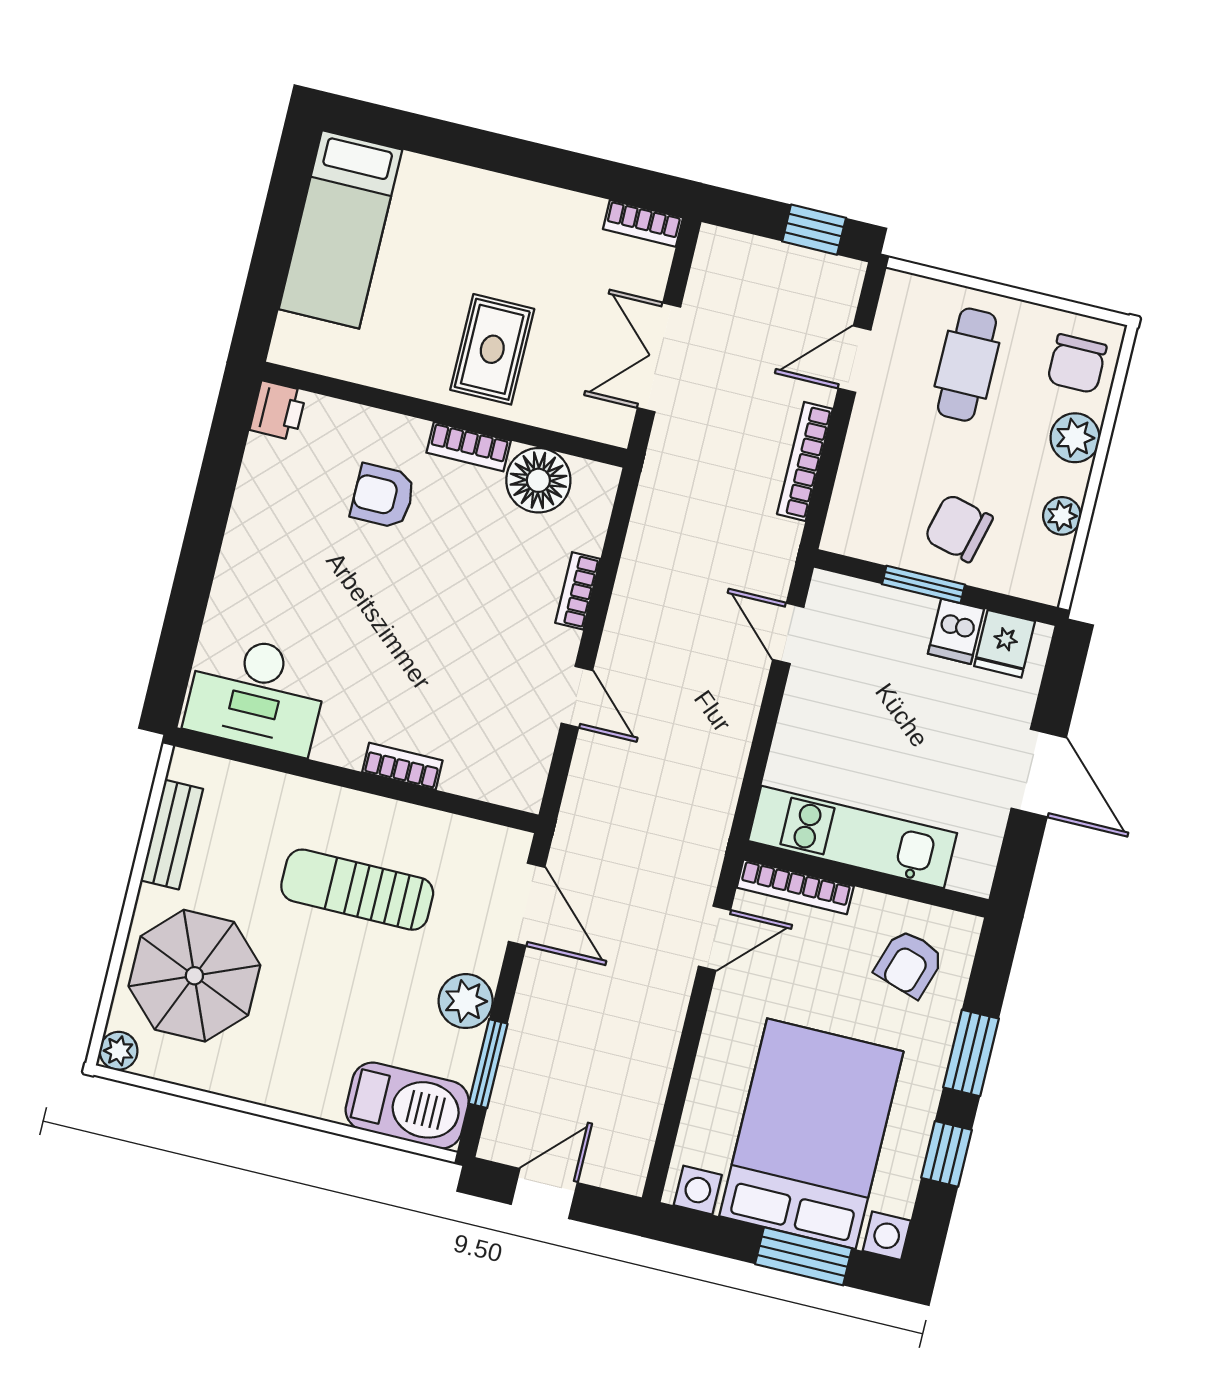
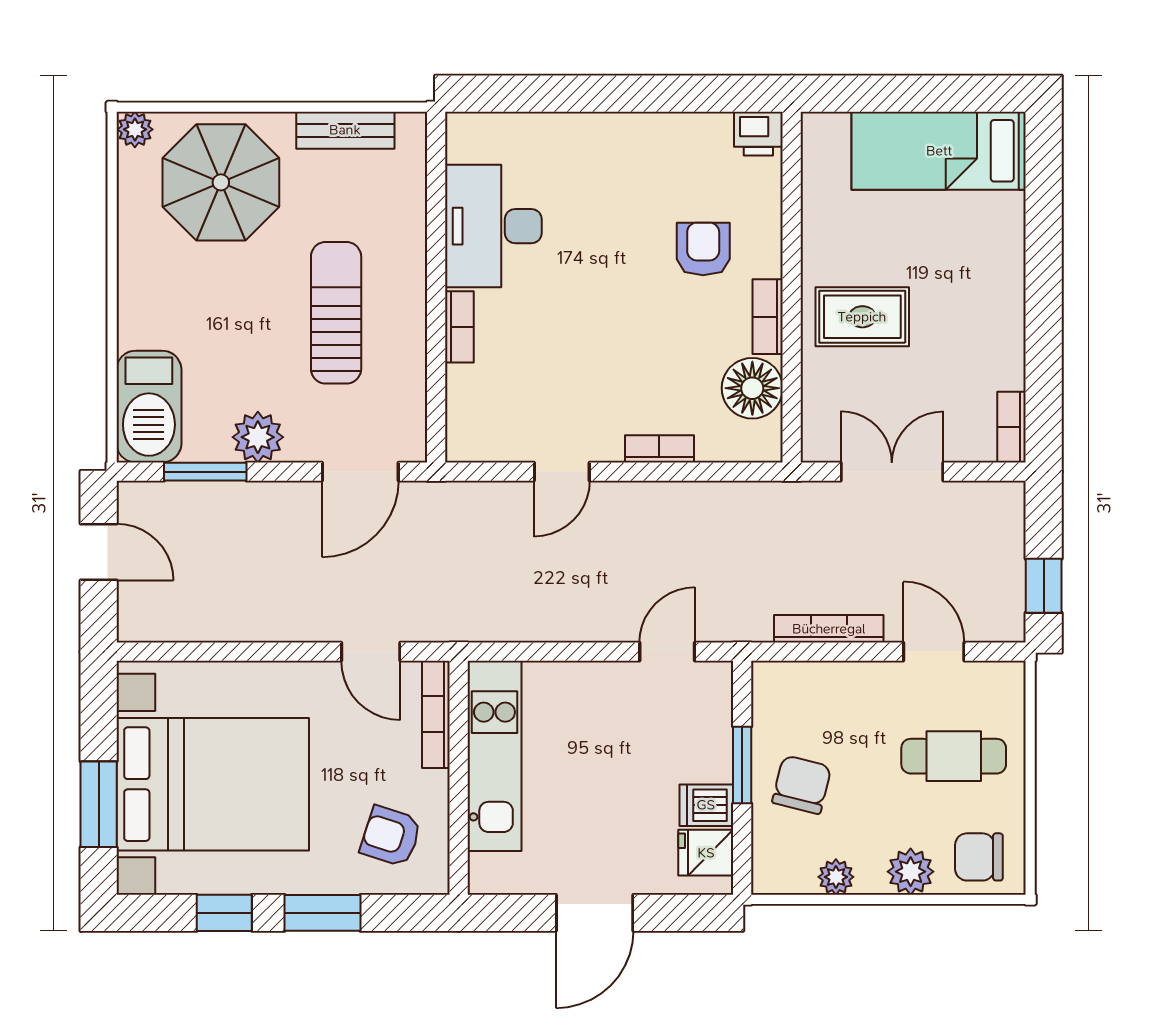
desk: (257, 694) -> (493, 226), moved

